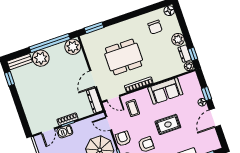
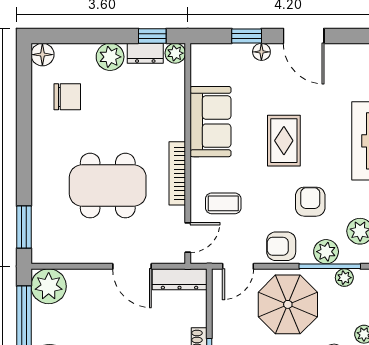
dining table: (124, 57) -> (108, 186), turned 90

